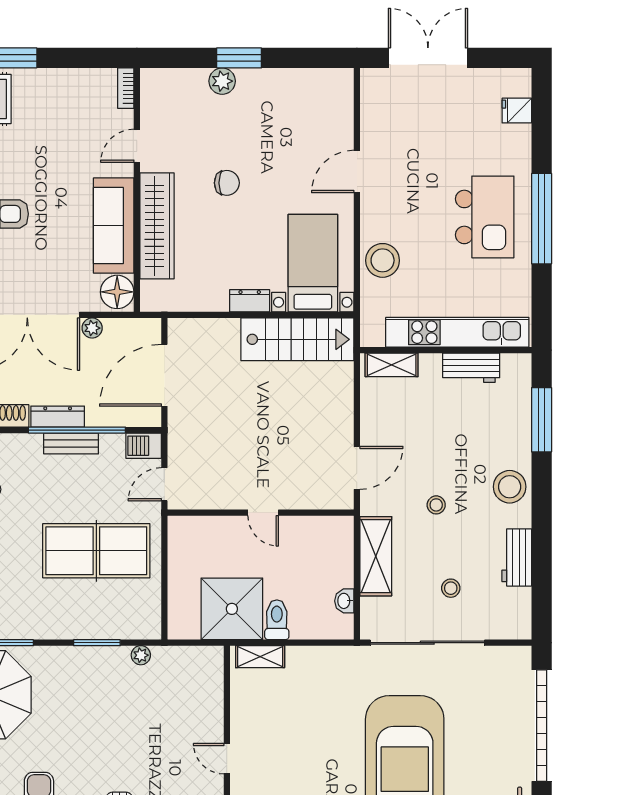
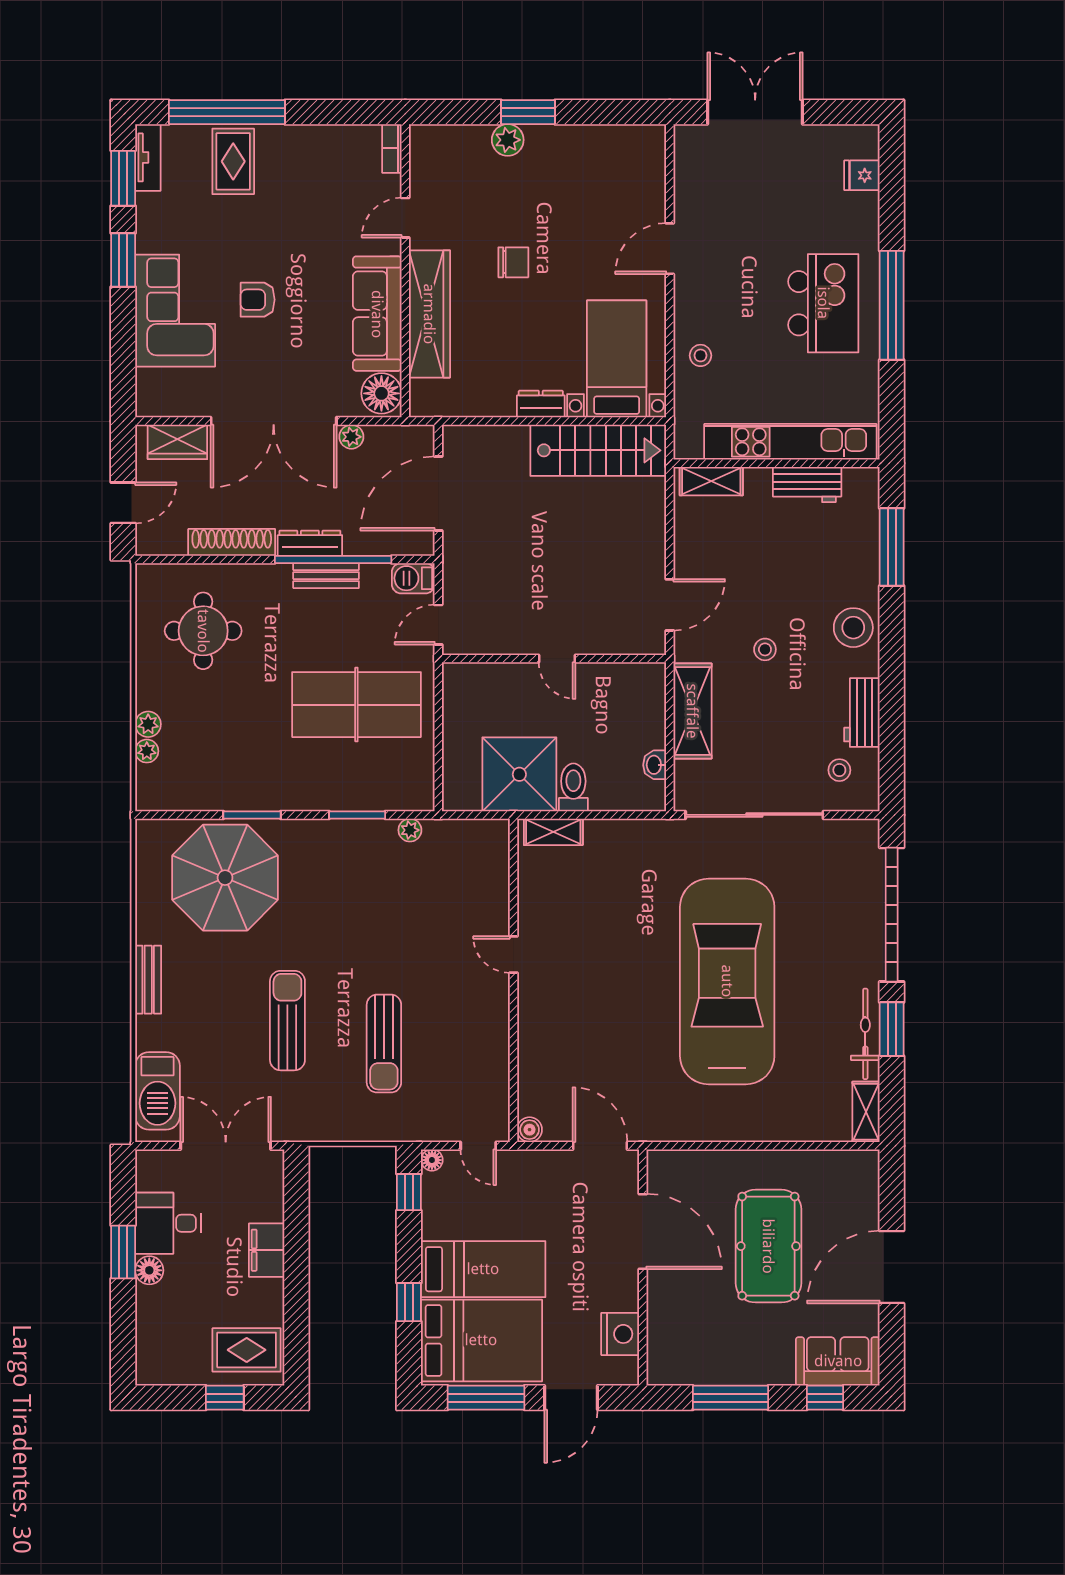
stool: (383, 260) -> (701, 355), width x0.53, depth x0.53
stool: (451, 588) -> (839, 770), moved

